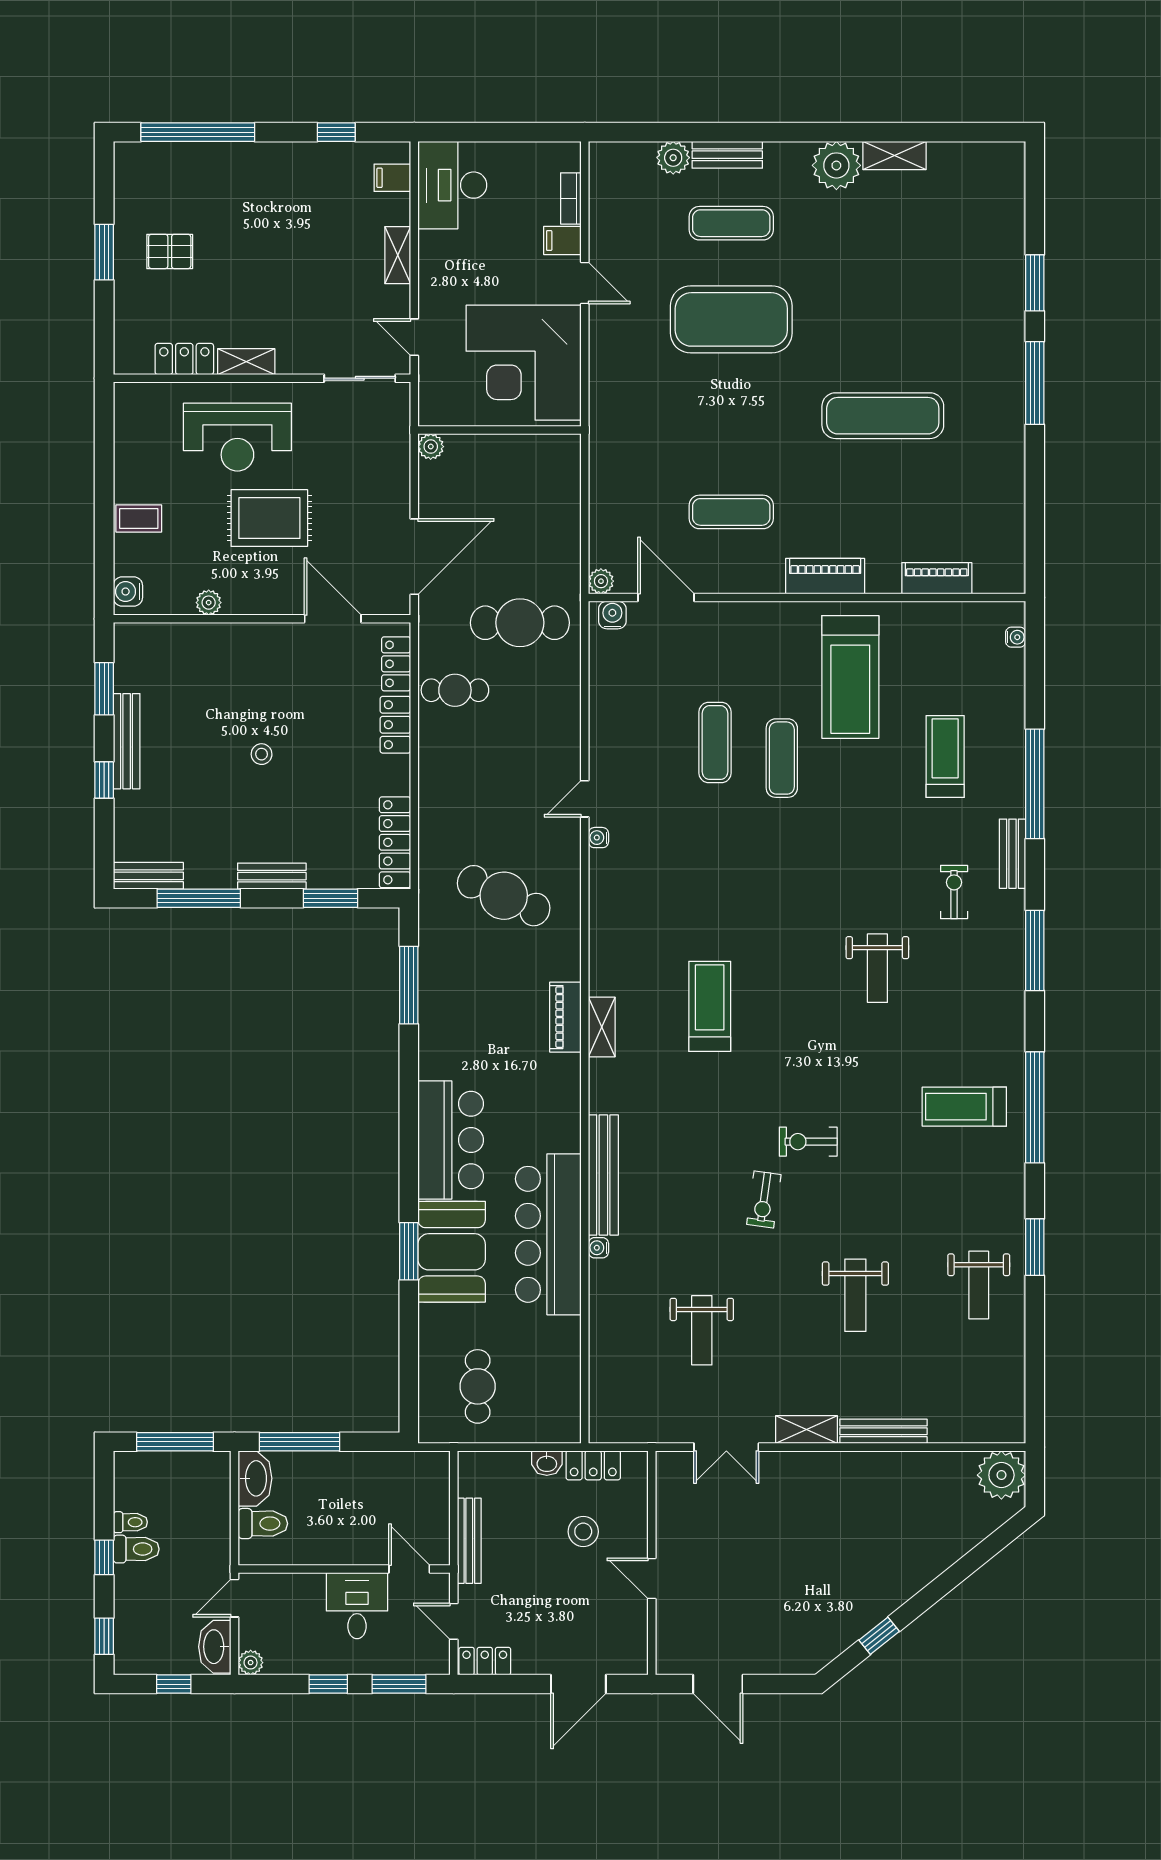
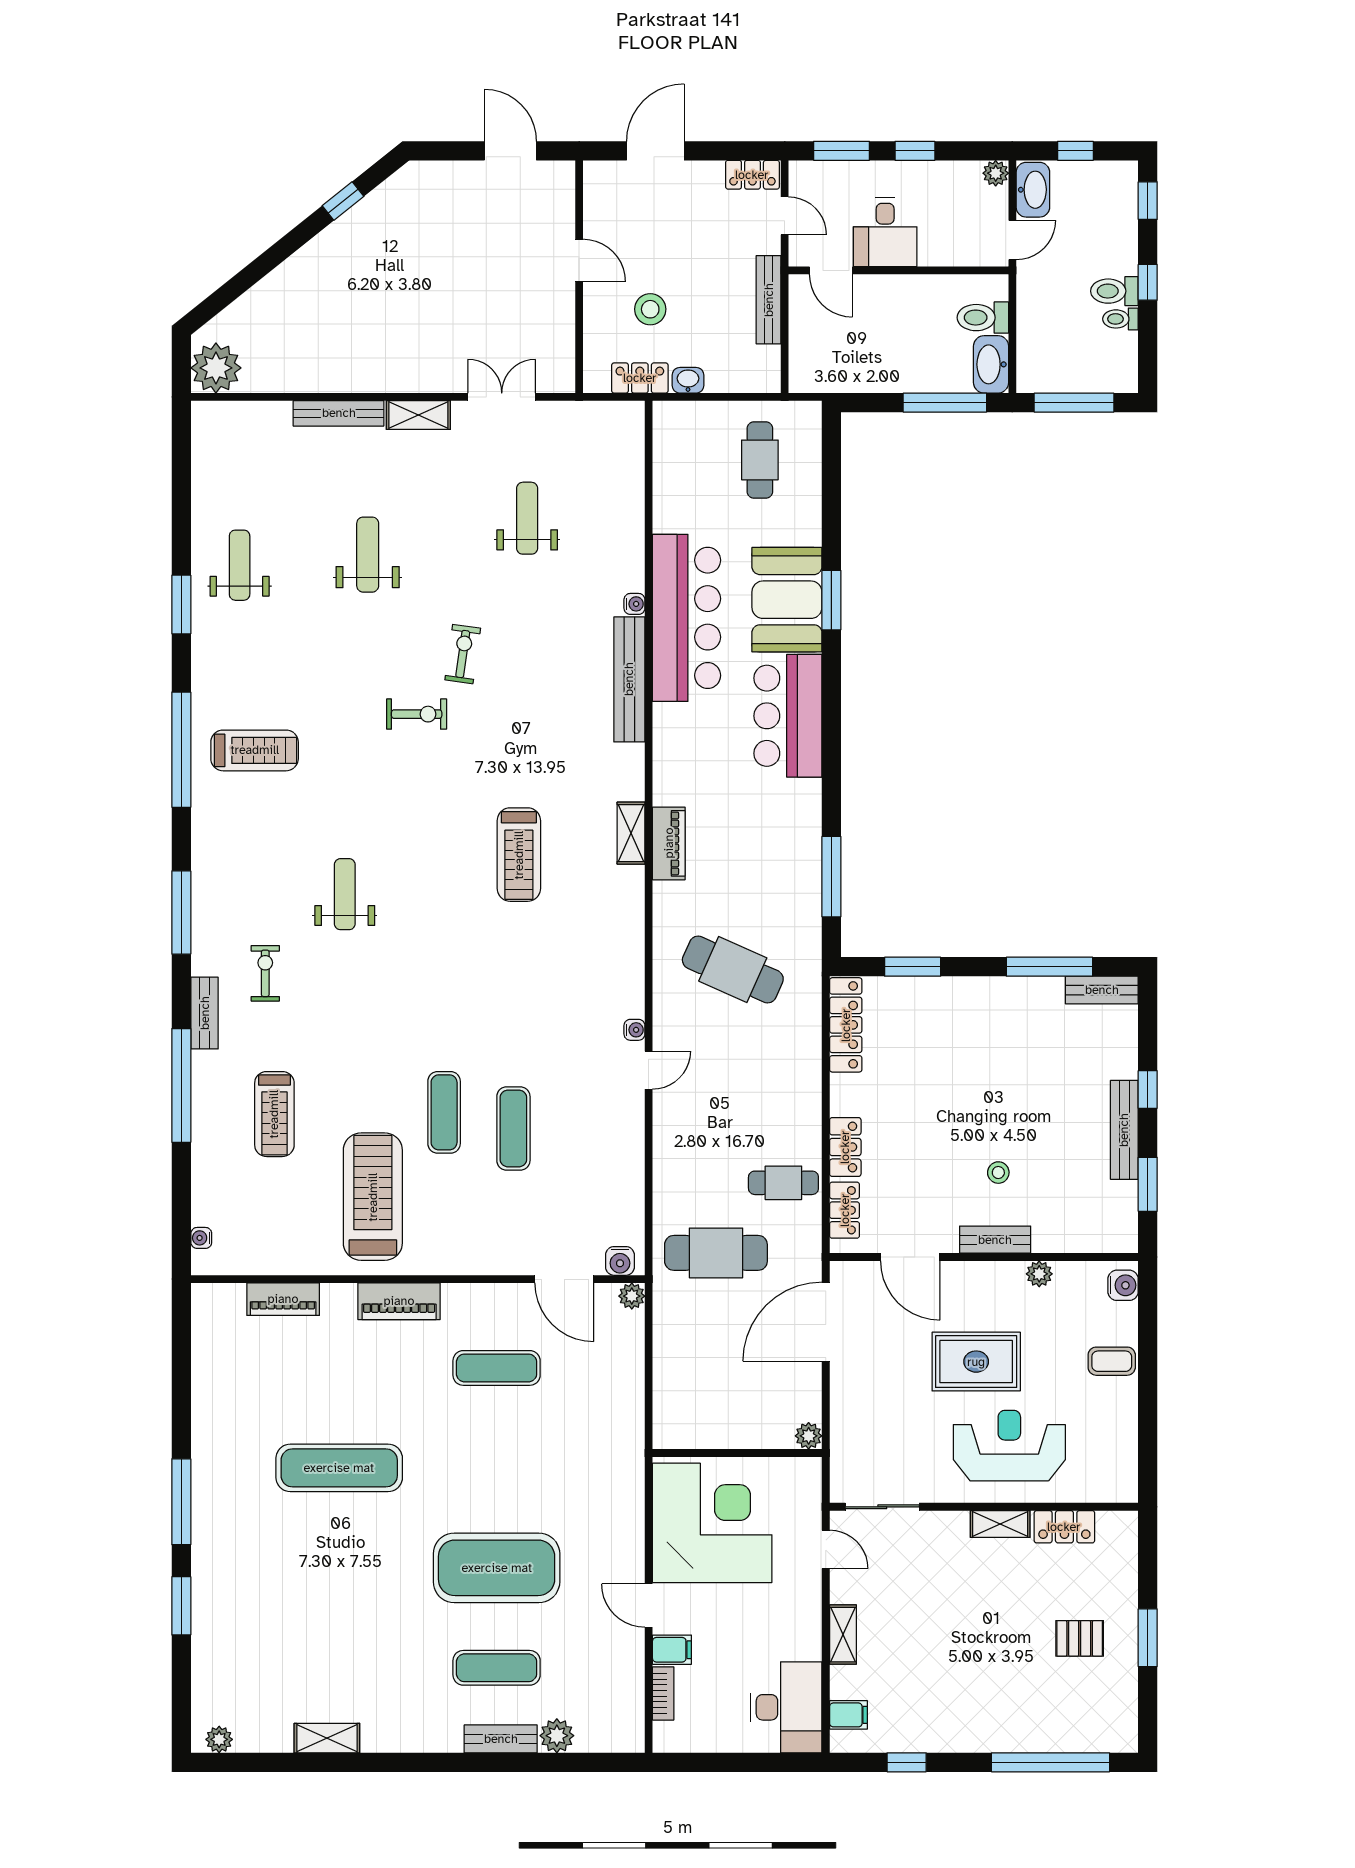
plant: (836, 165) -> (219, 1739), moved, width x0.53, depth x0.53
stool: (262, 754) -> (998, 1173), moved
bench: (272, 876) -> (995, 1240), moved
exercise bike: (954, 892) -> (265, 973), turned 180

